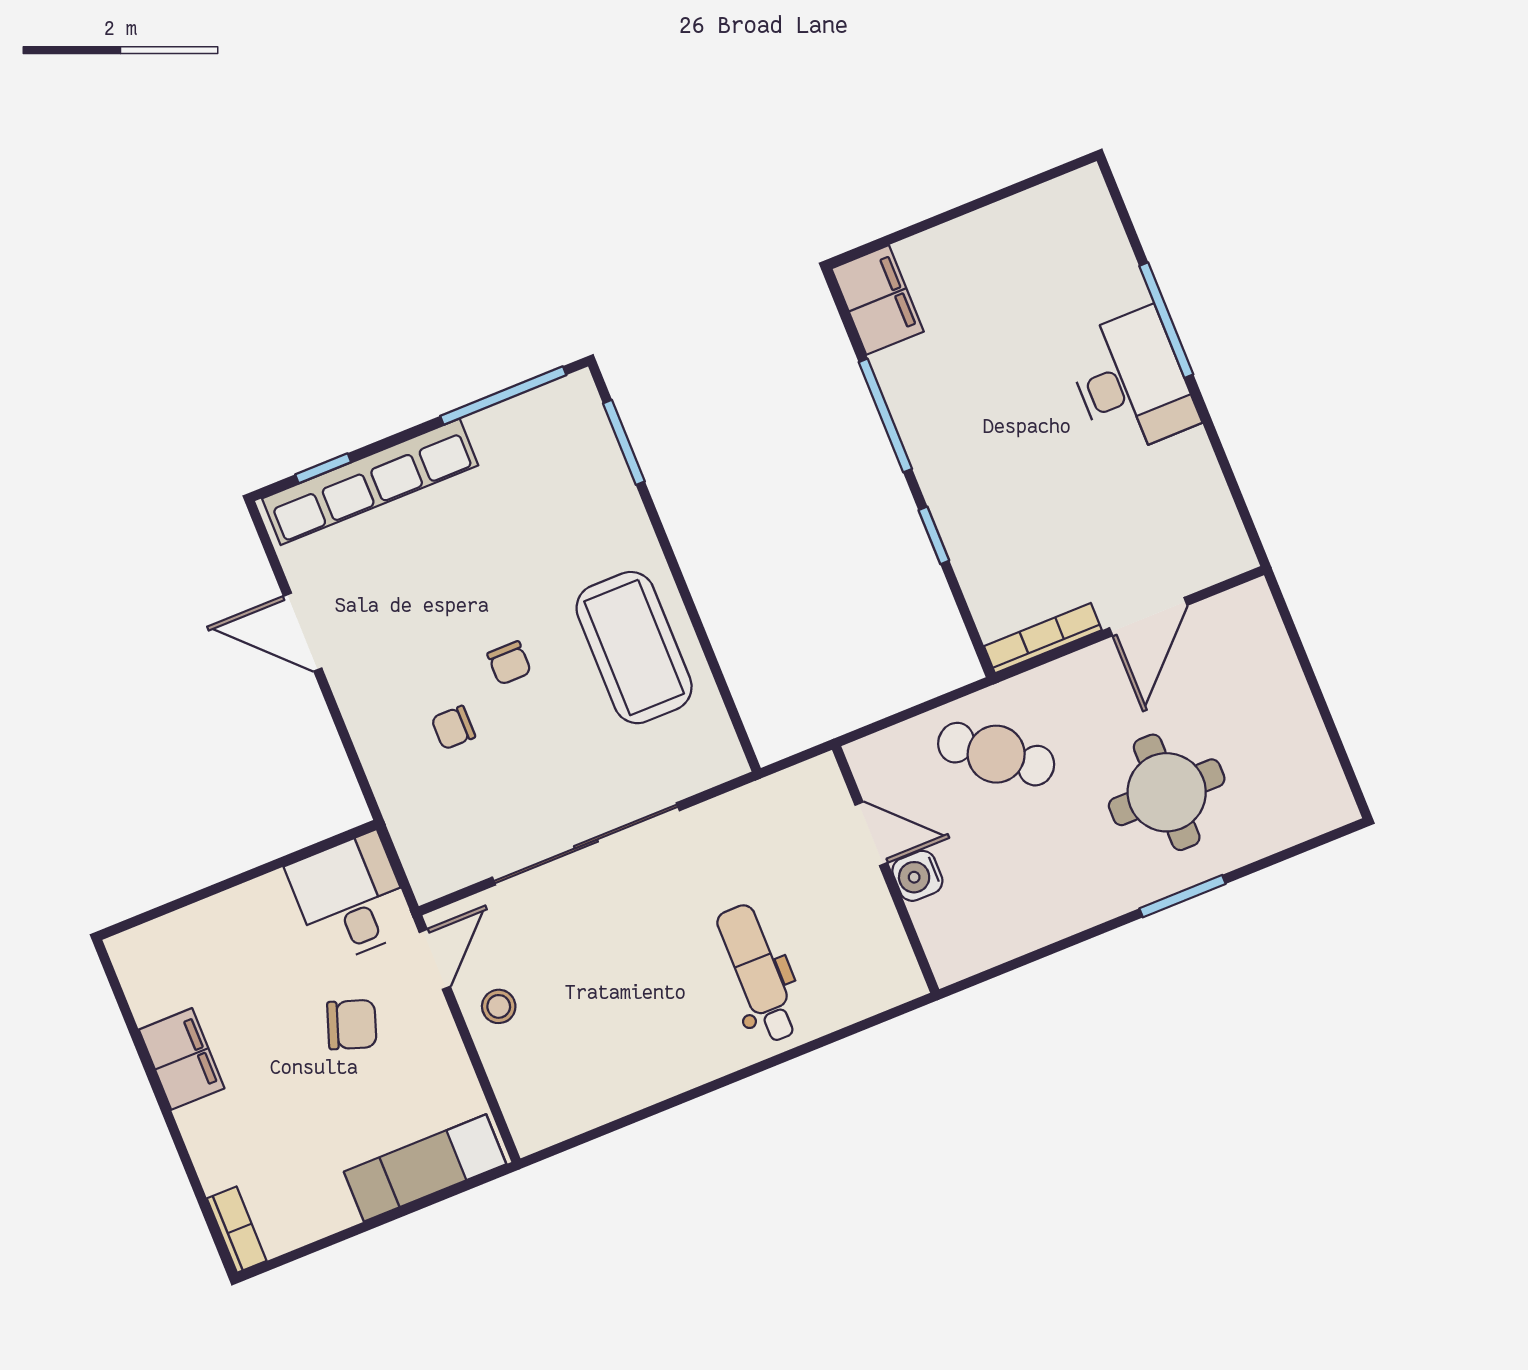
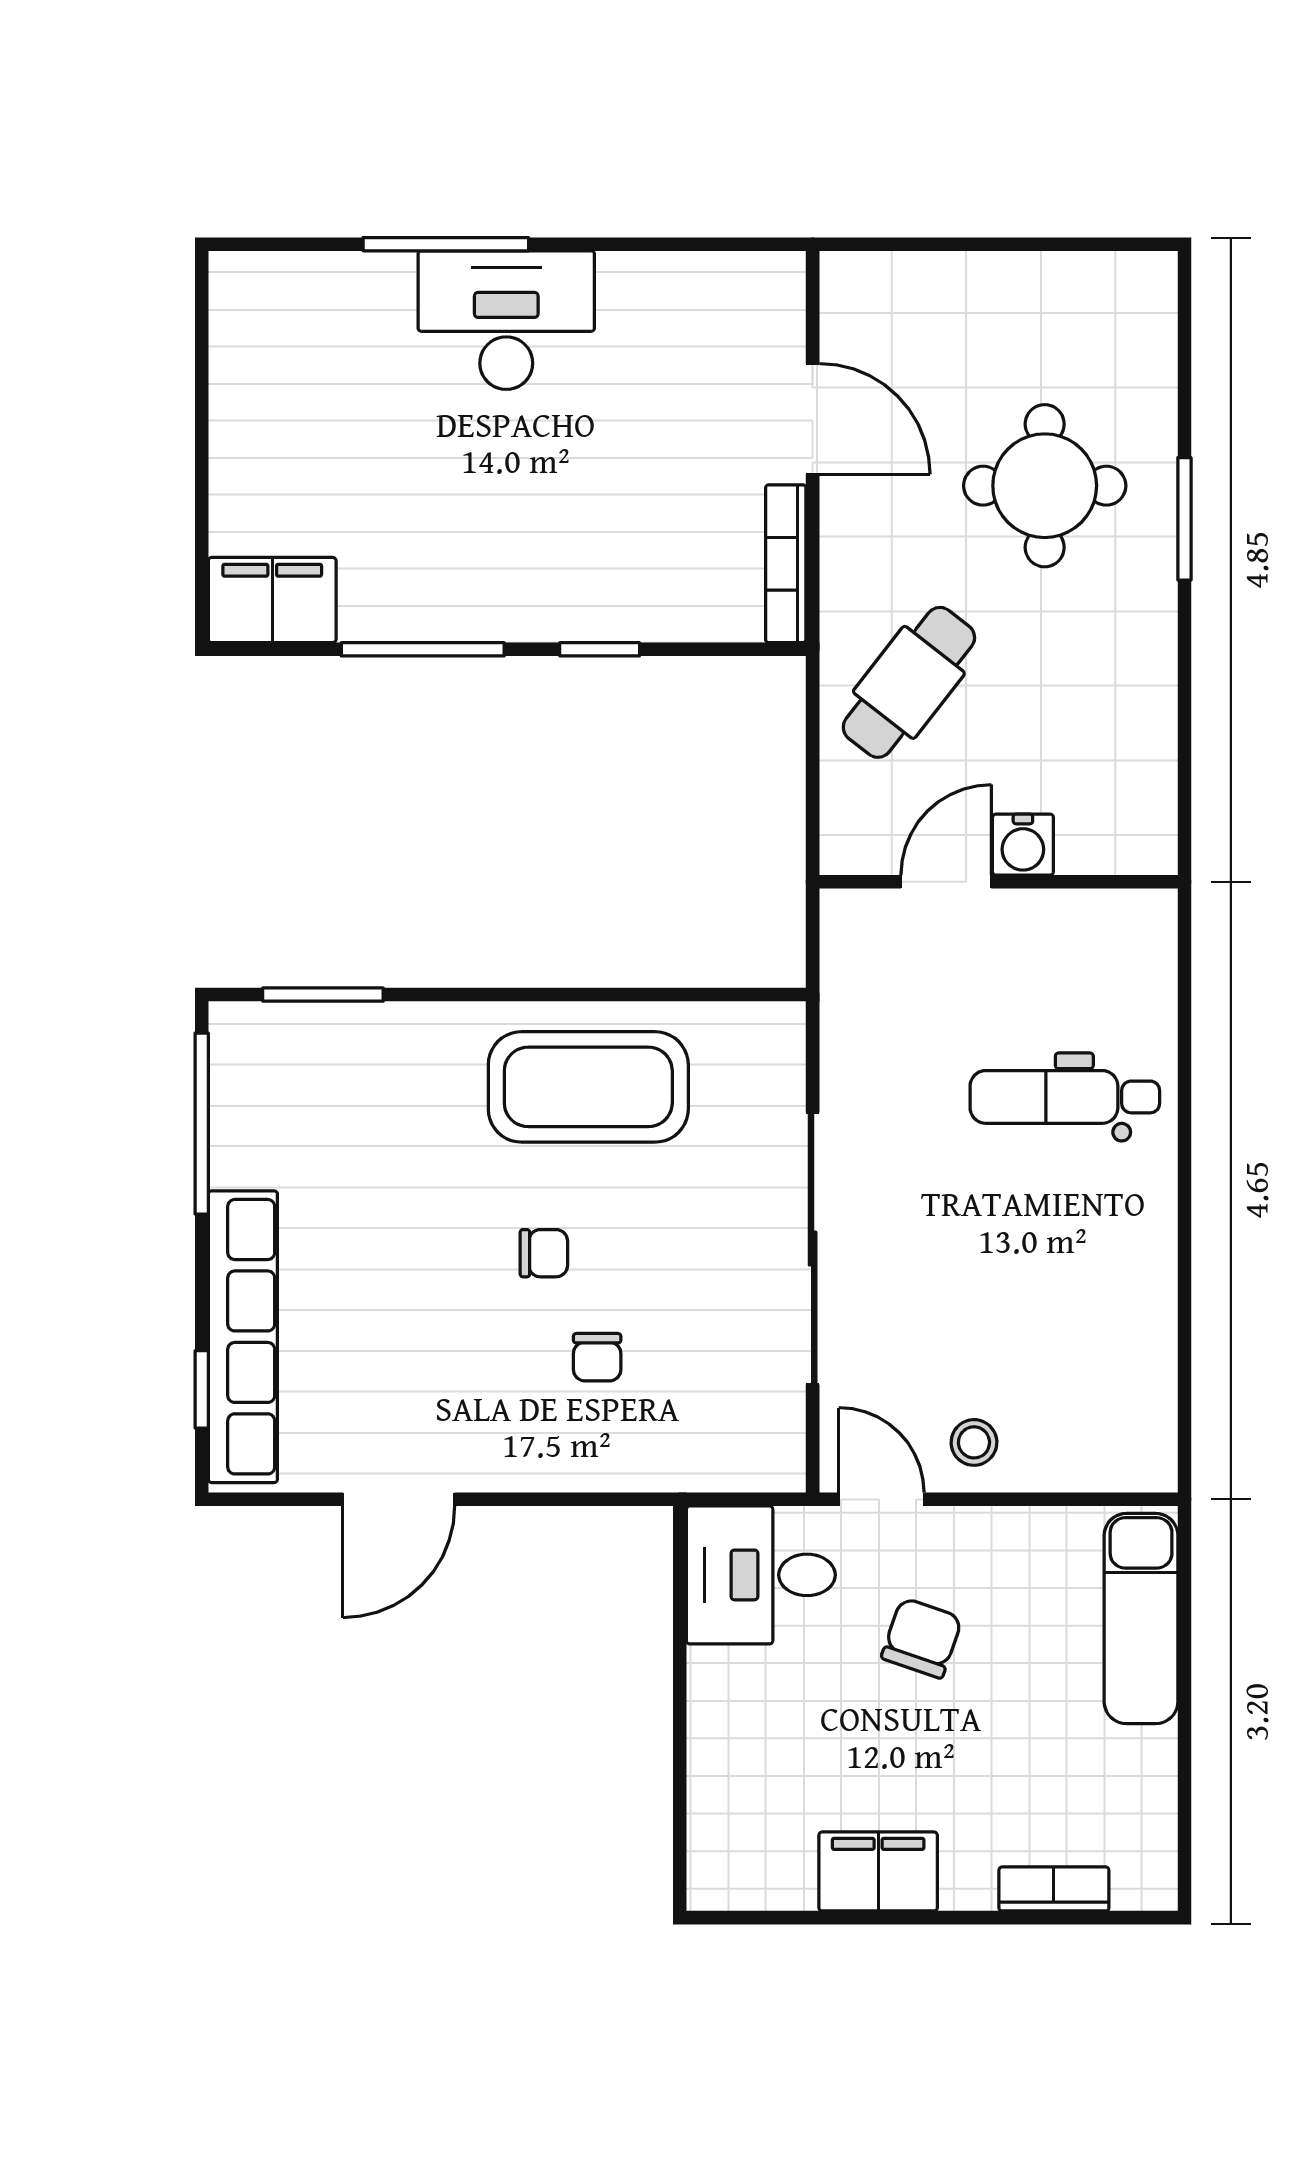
bookcase: (237, 1230) -> (1054, 1889), moved

